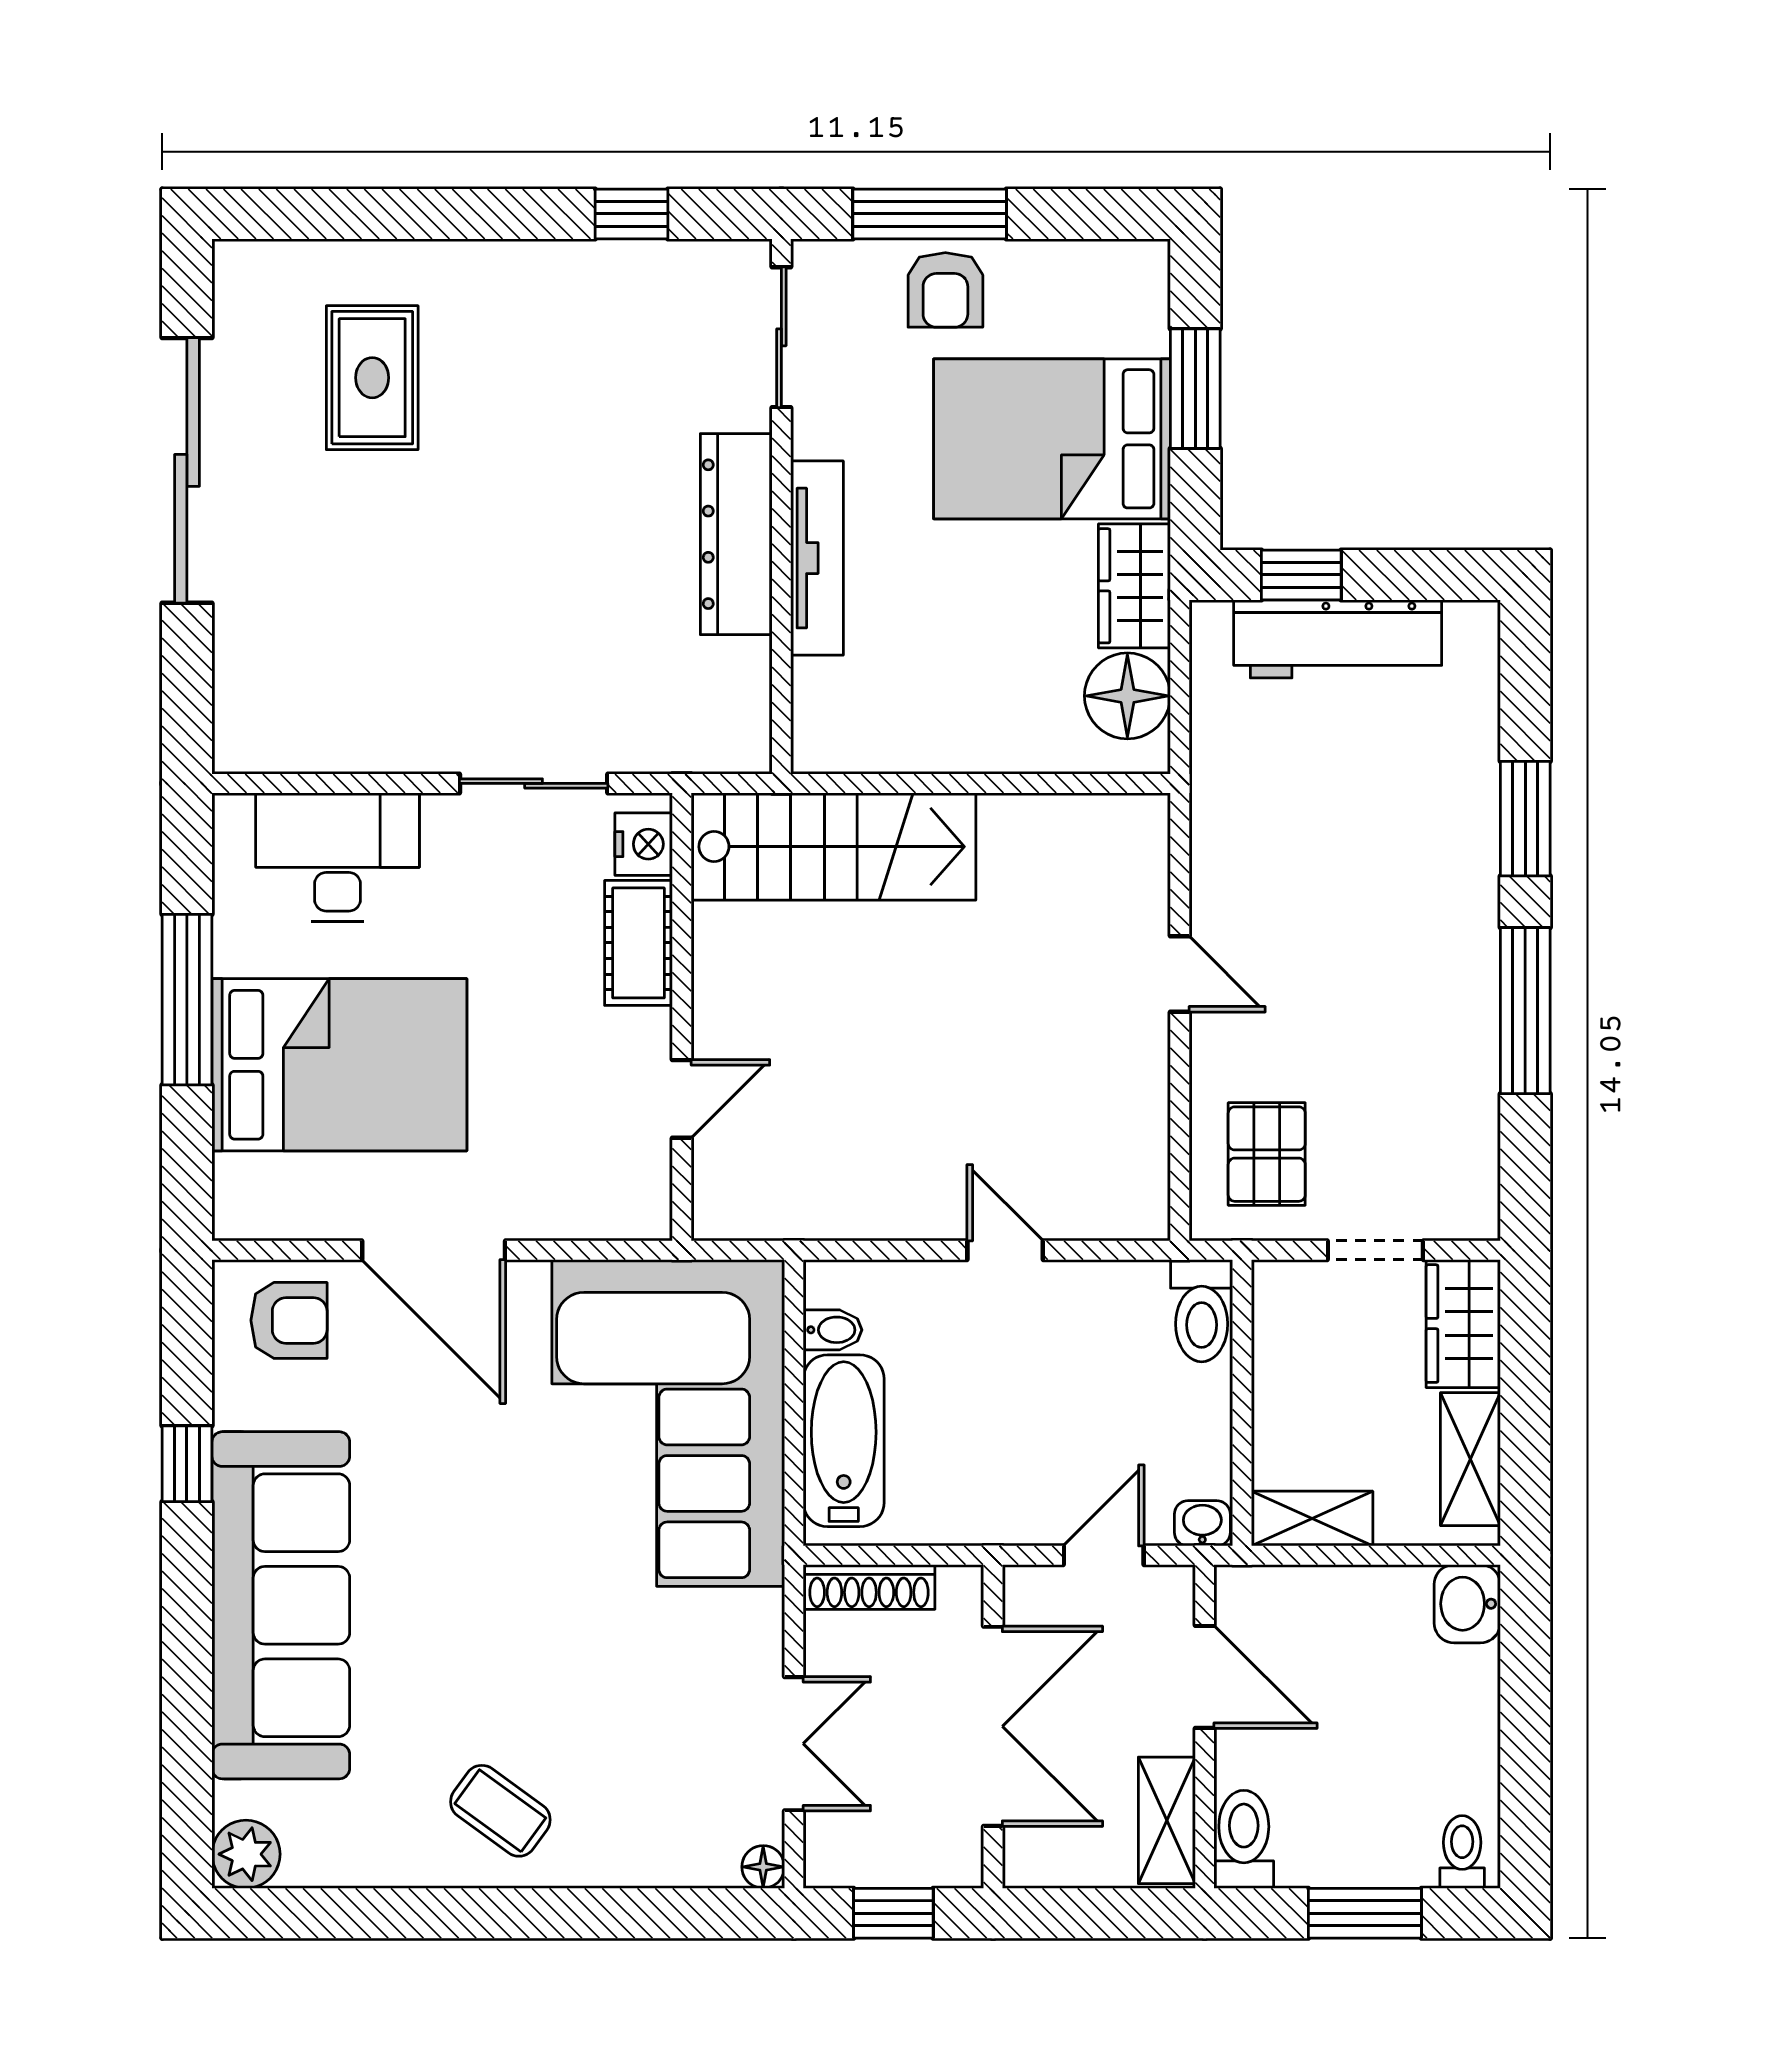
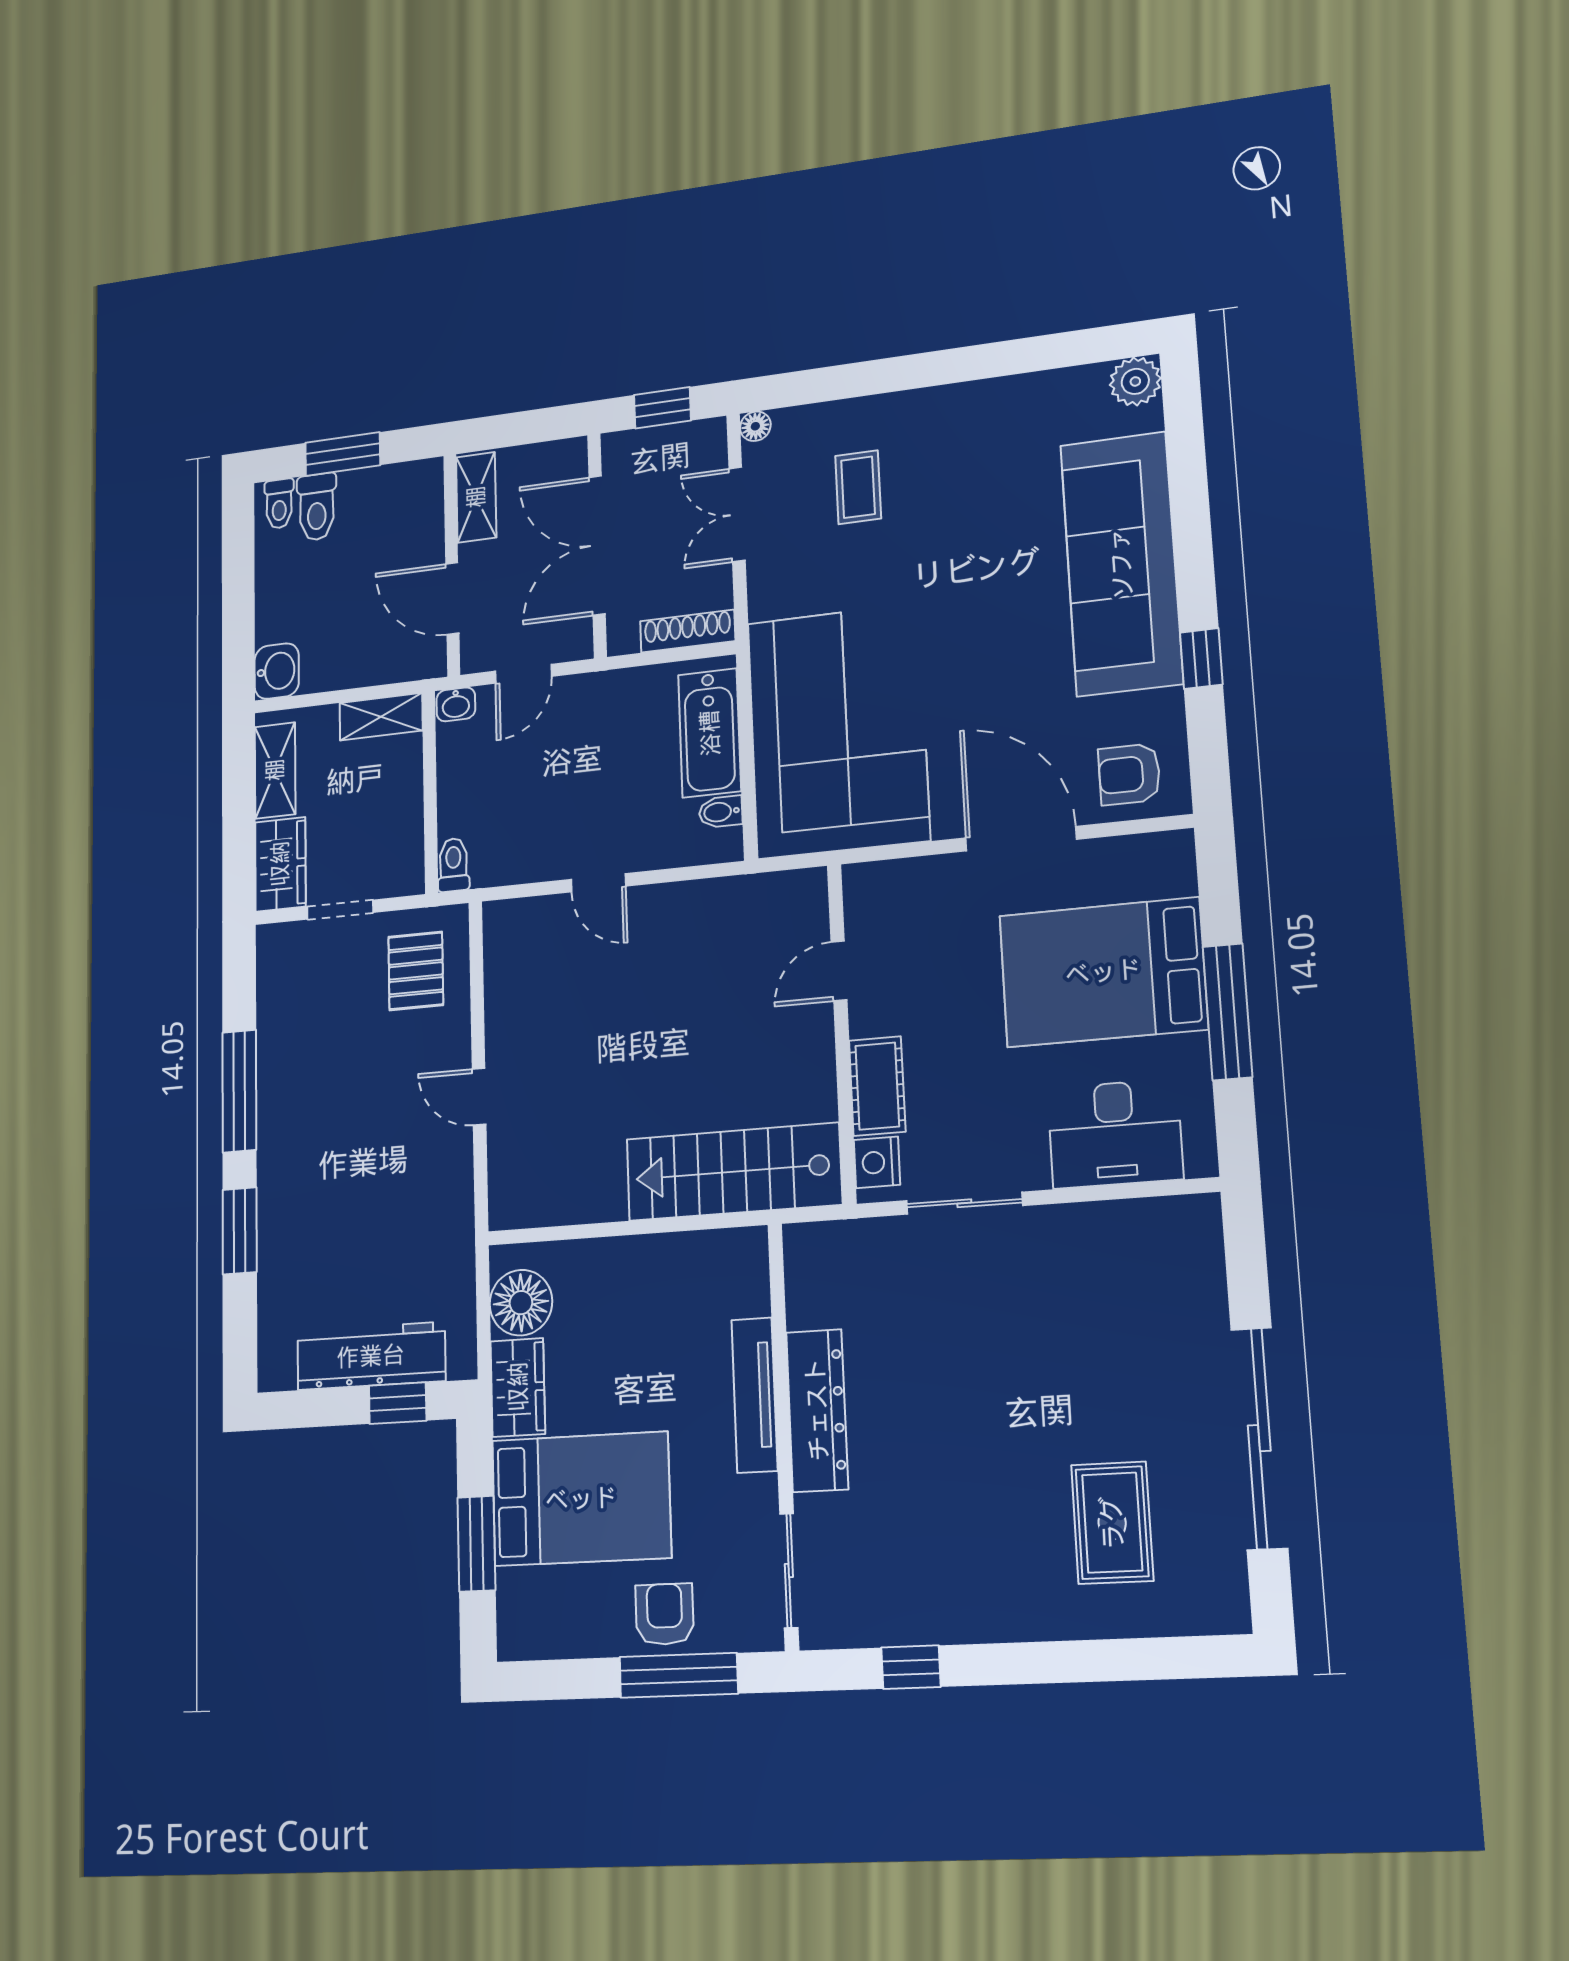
toilet: (1202, 1311) -> (453, 865), width x0.73, depth x0.72
coffee table: (500, 1811) -> (858, 487), moved, turned 54
toilet: (1244, 1839) -> (317, 507), moved

